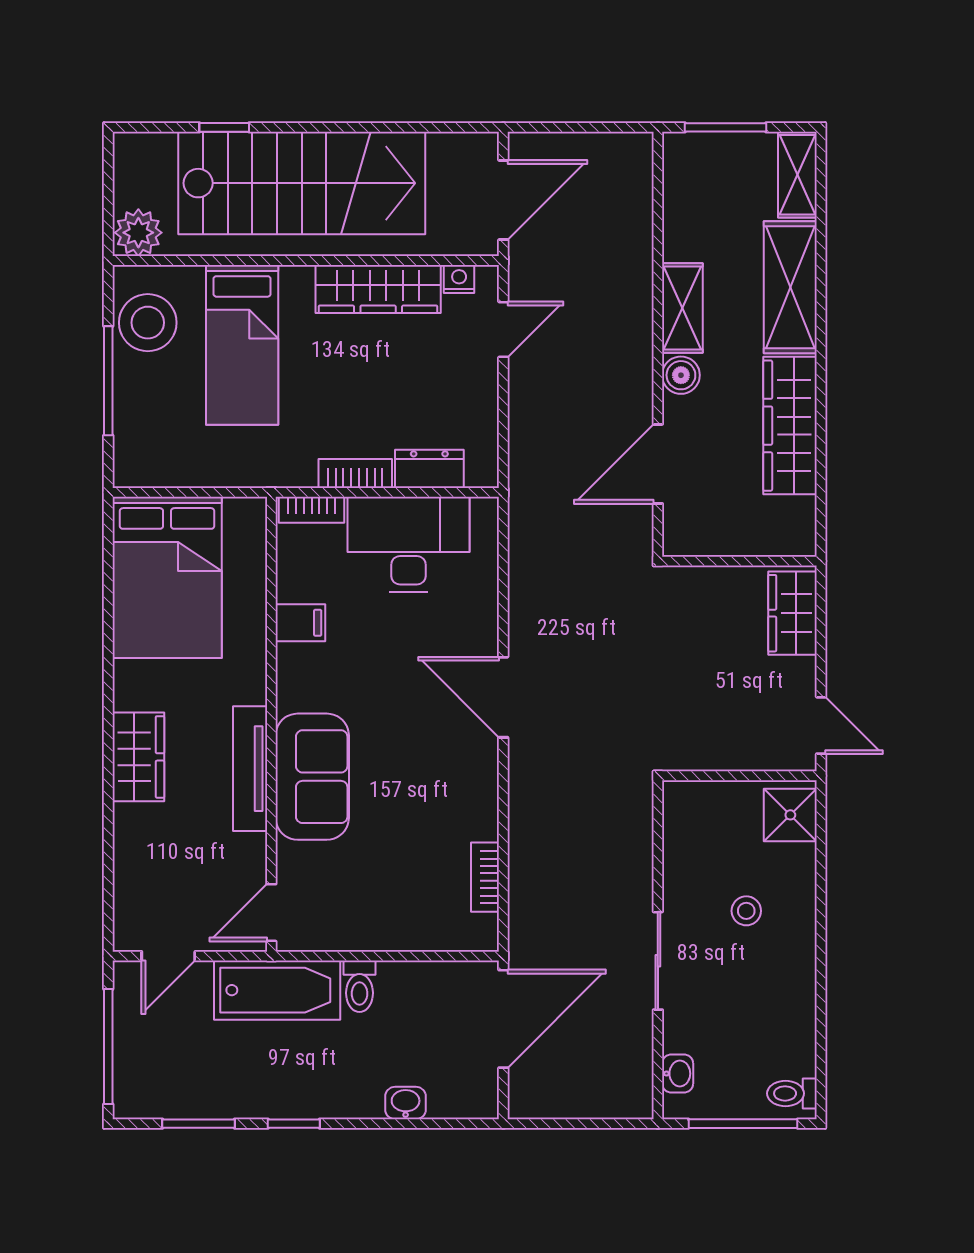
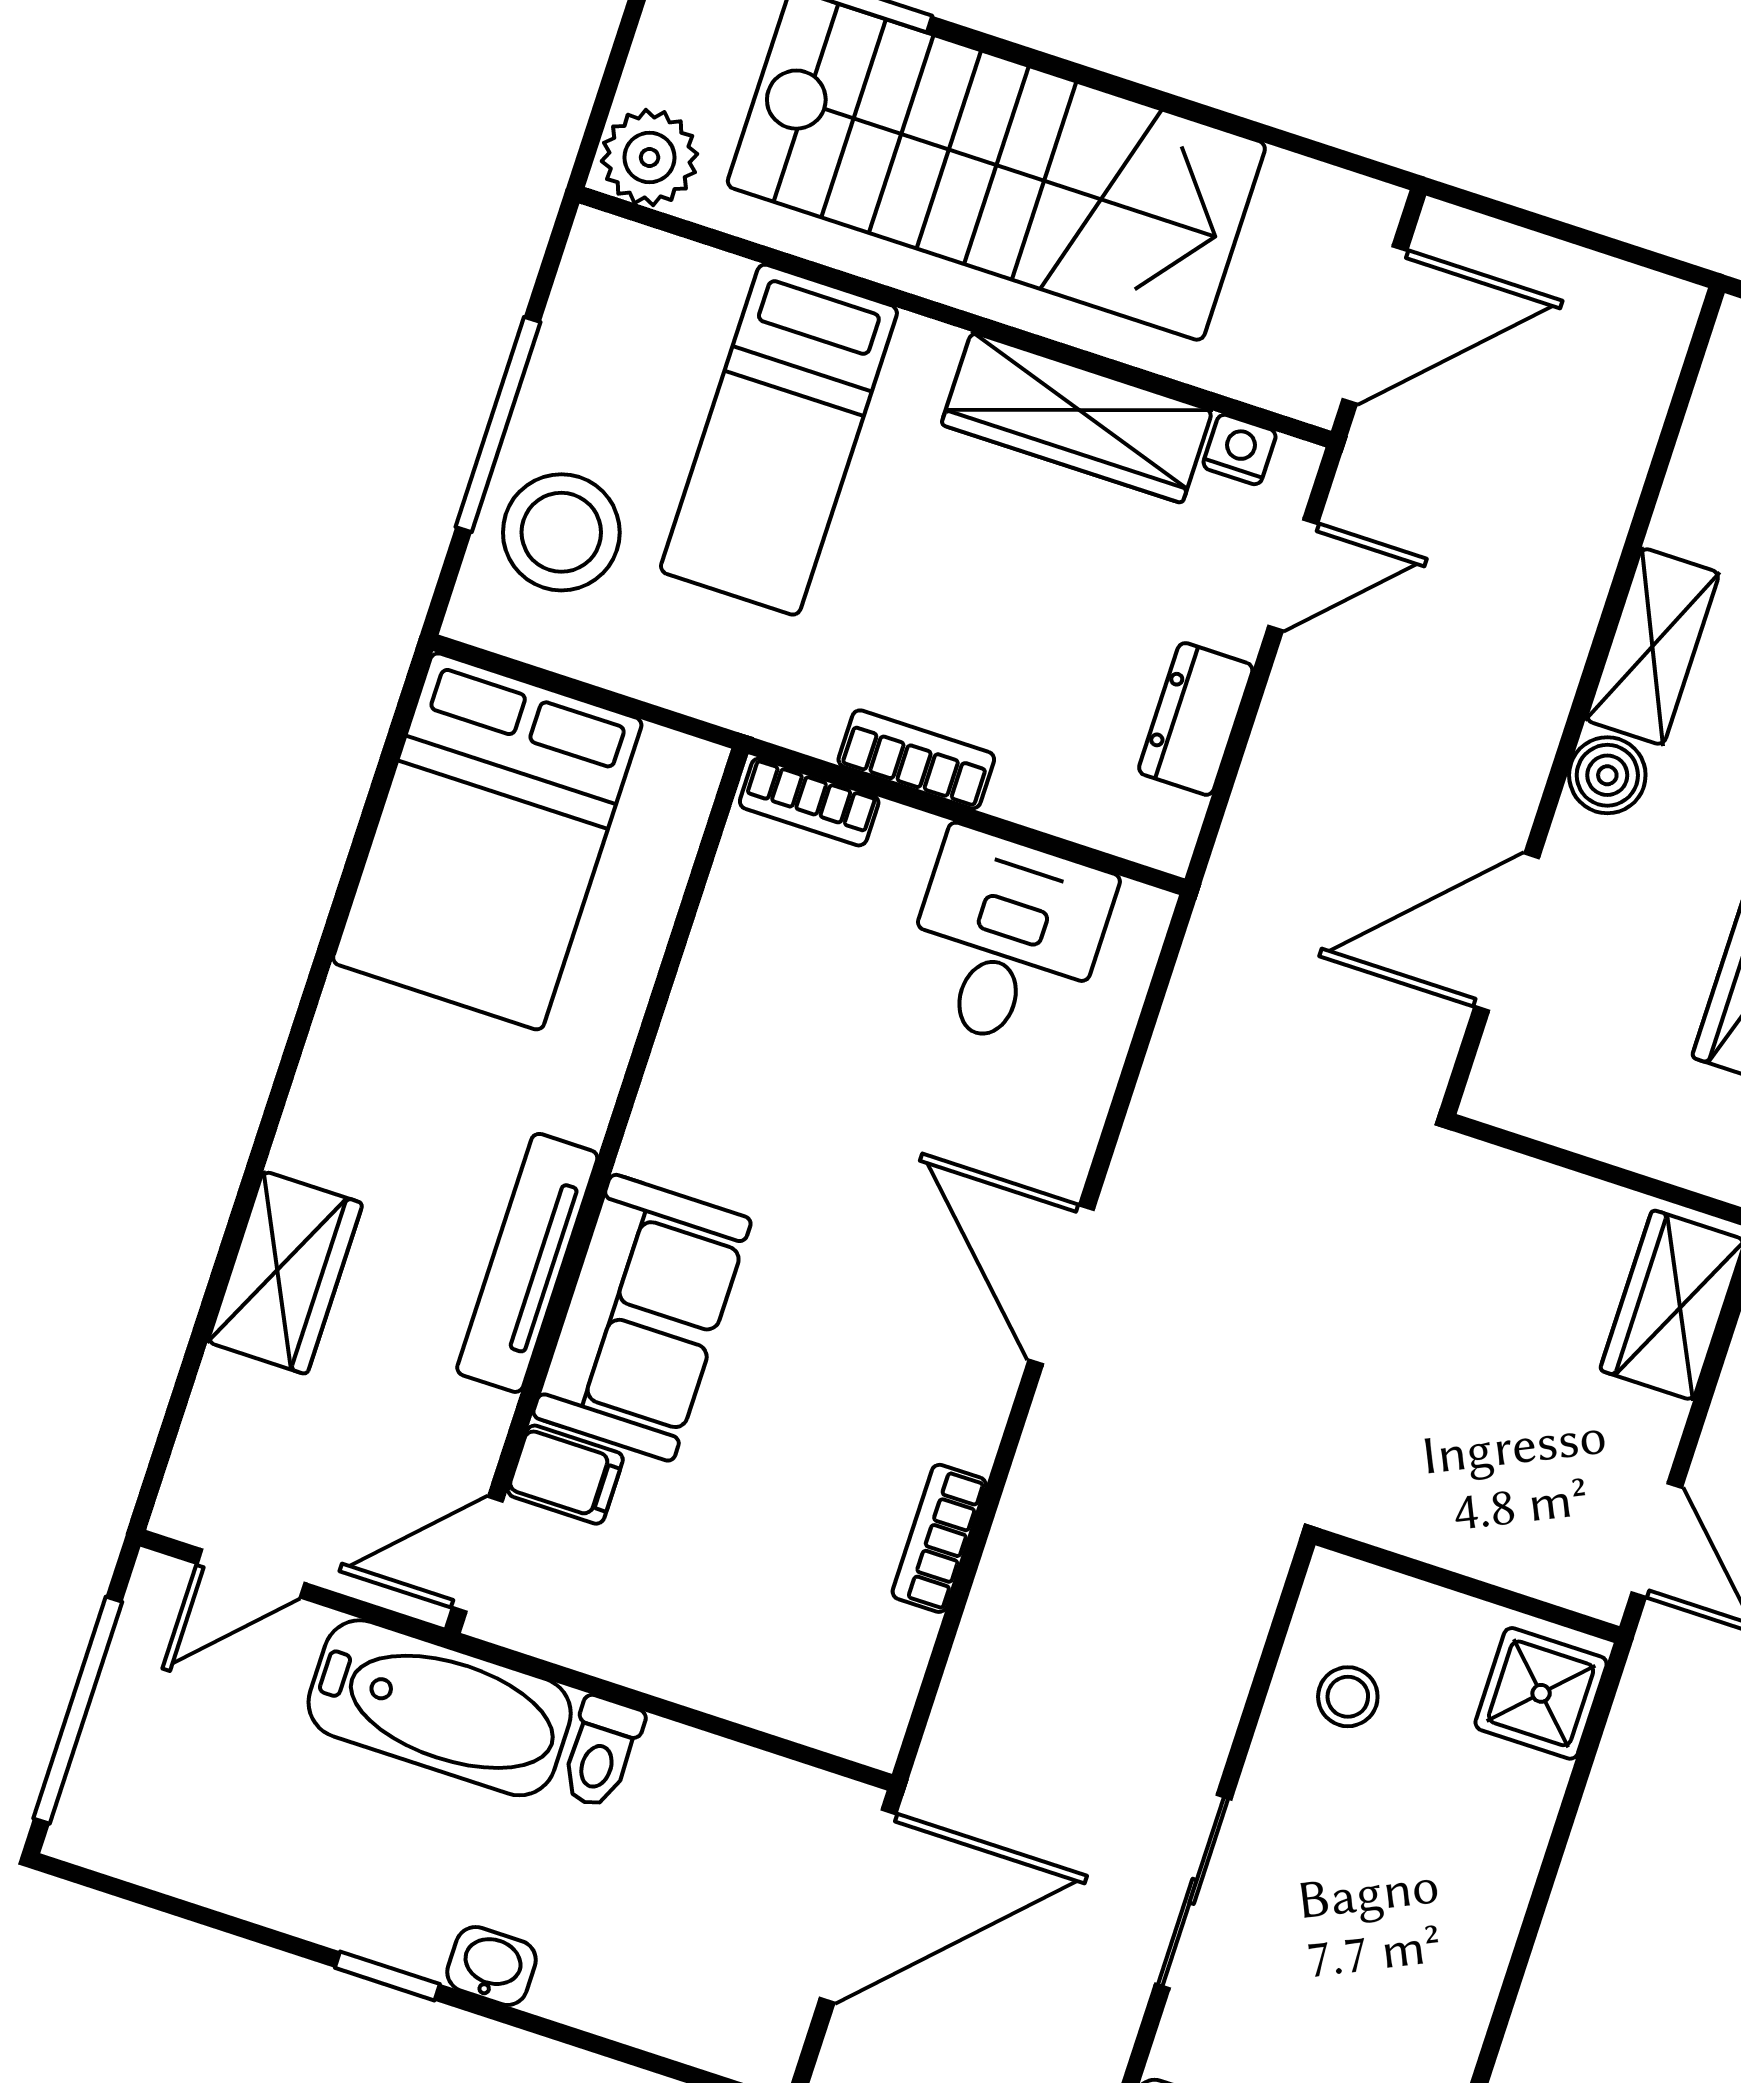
stool: (148, 323) -> (561, 532), moved
dresser: (429, 469) -> (1196, 719), moved, turned -90
desk: (408, 544) -> (1006, 941), width x0.73
filing cabinet: (300, 623) -> (565, 1475), moved
wardrobe: (138, 757) -> (285, 1273), moved
bookcase: (485, 877) -> (939, 1538), moved
stool: (746, 911) -> (1348, 1697), moved
washbasin: (406, 1103) -> (492, 1966), moved
window: (199, 1124) -> (203, 1916), removed

